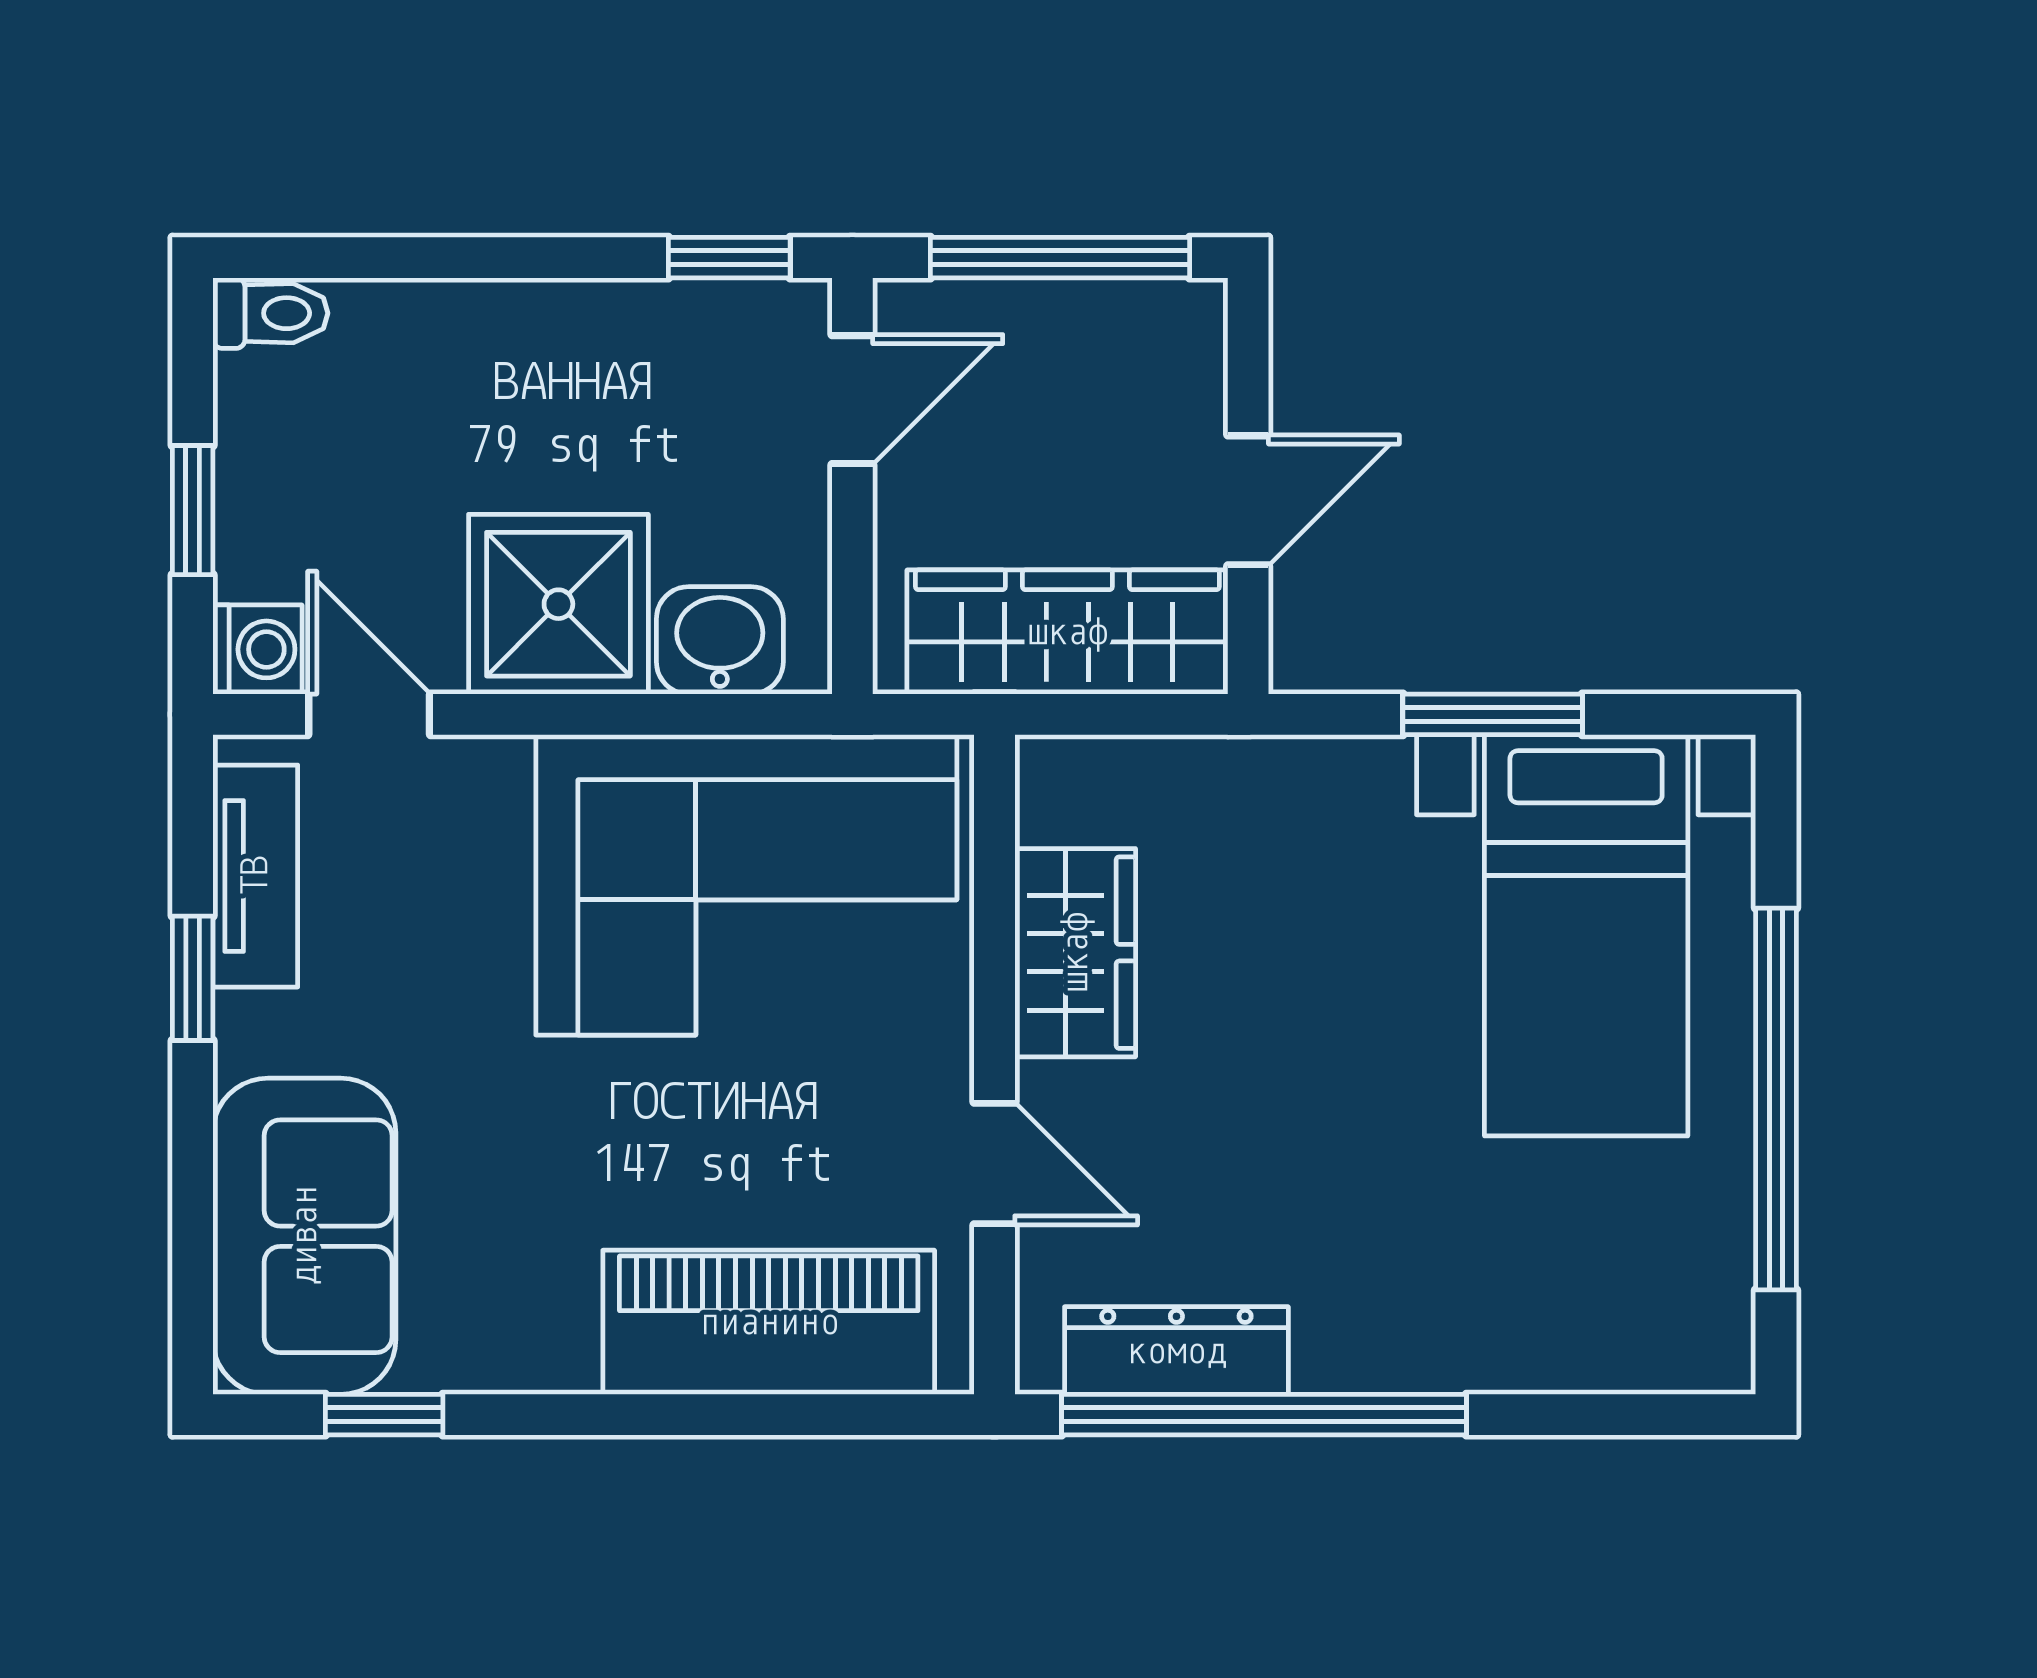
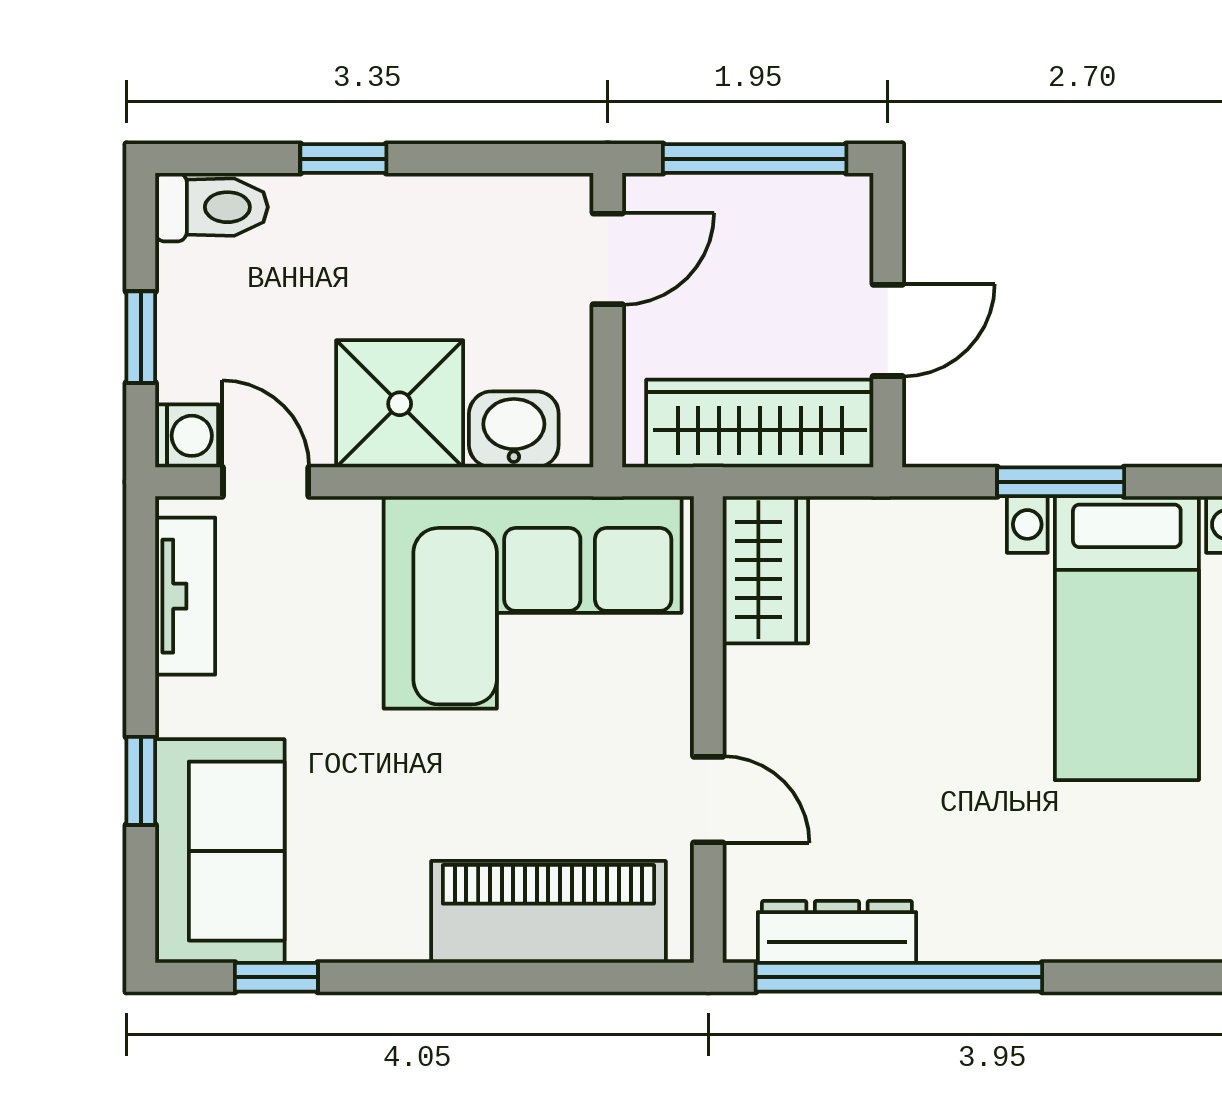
window: (729, 258) -> (343, 159), moved
toilet: (270, 313) -> (212, 207), width x1.37, depth x1.39
wardrobe: (1075, 953) -> (765, 570), moved
window: (193, 978) -> (141, 781), moved

